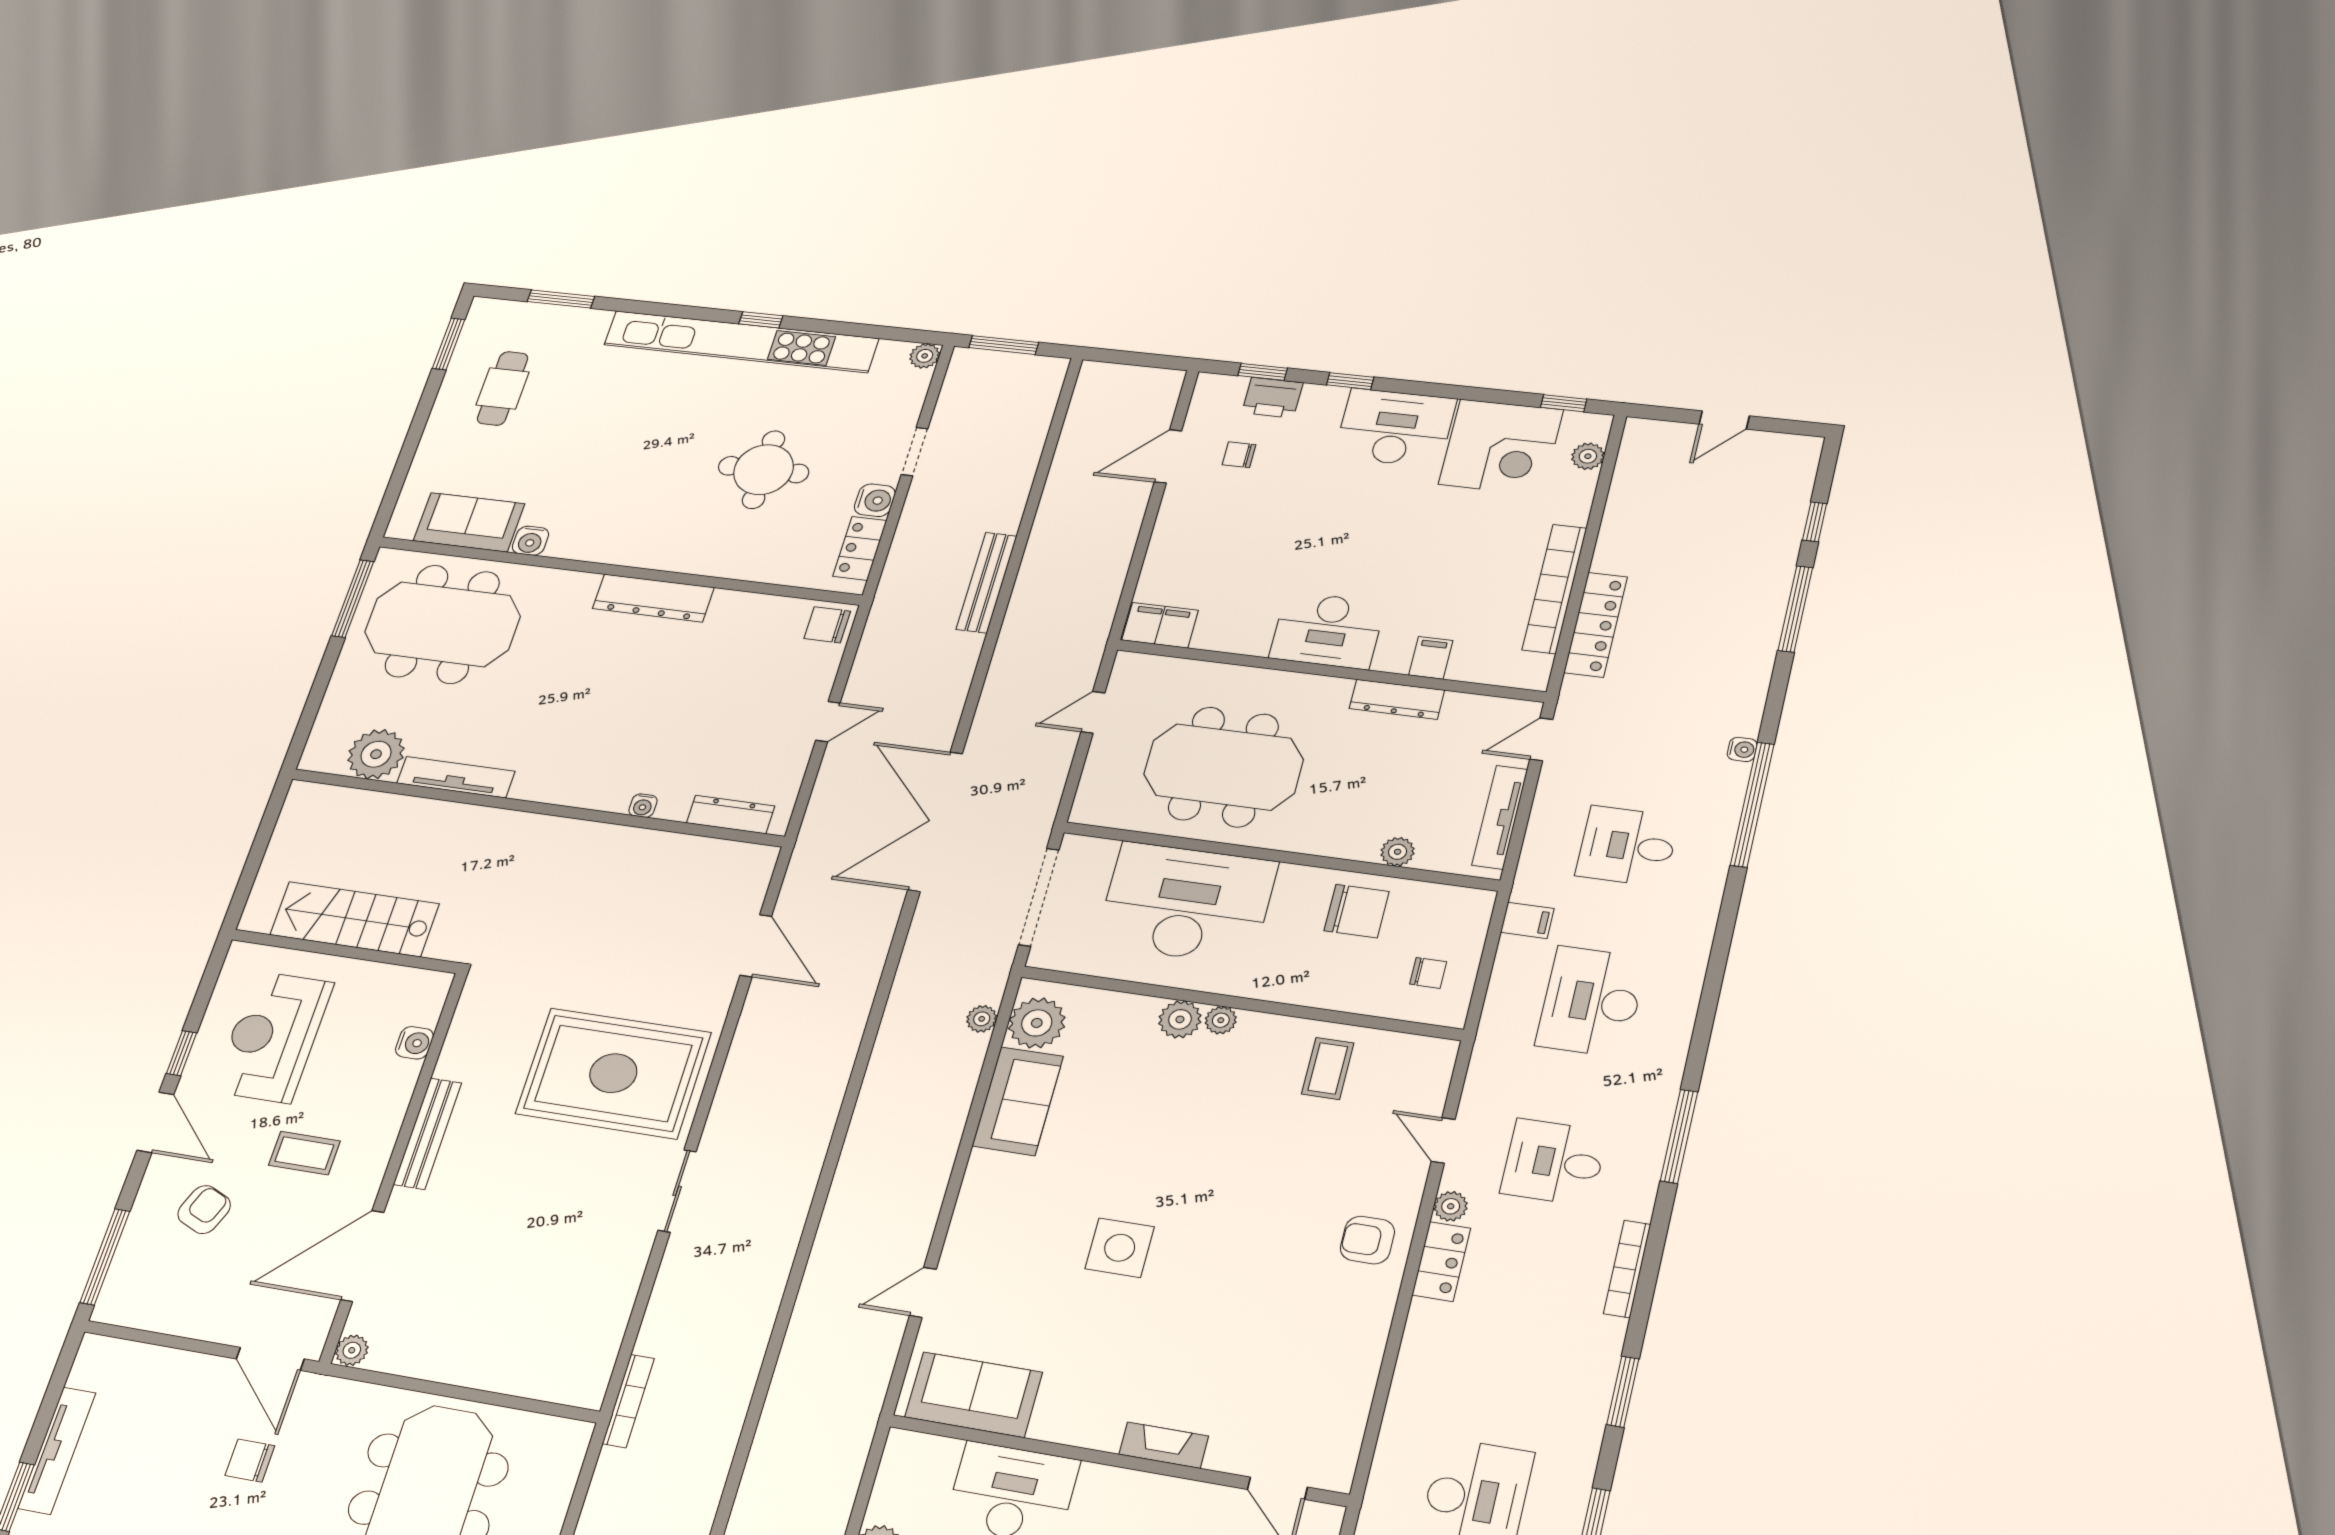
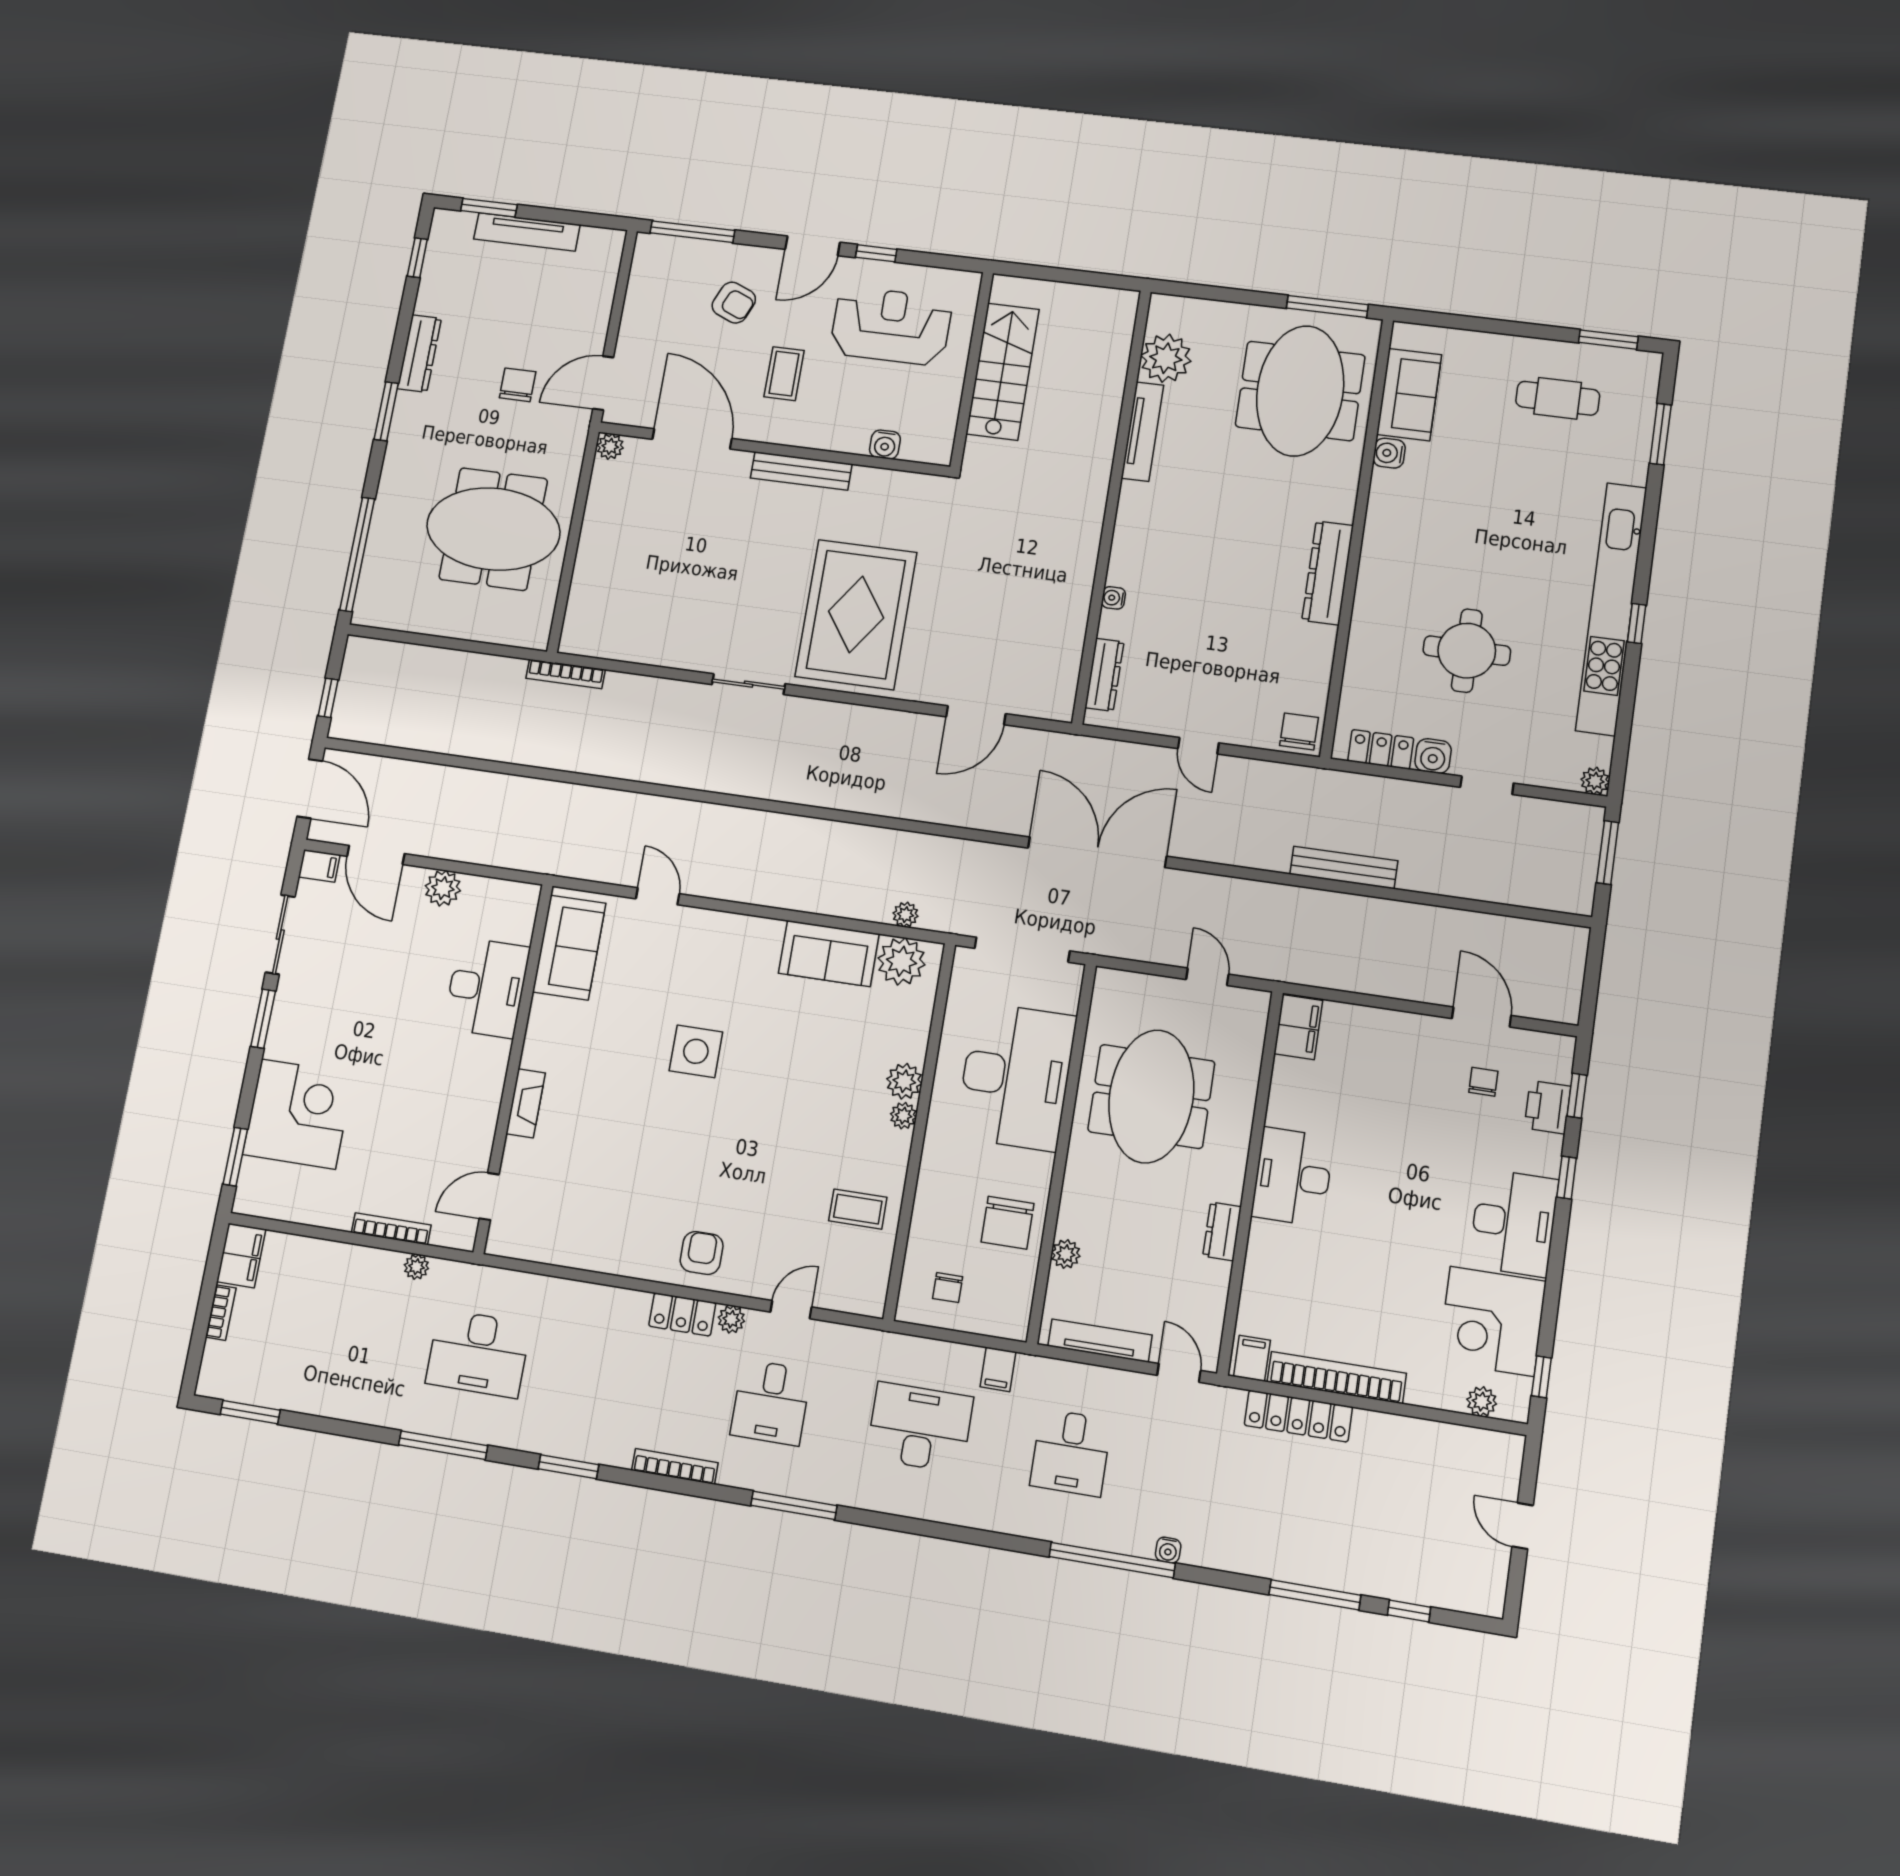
filing cabinet: (1431, 658) -> (1252, 1358), moved, turned -90
dresser: (1397, 699) -> (1222, 1231), width x0.70
desk: (1627, 846) -> (1071, 1453), turned 180
desk: (1554, 1162) -> (771, 1402), turned 180

